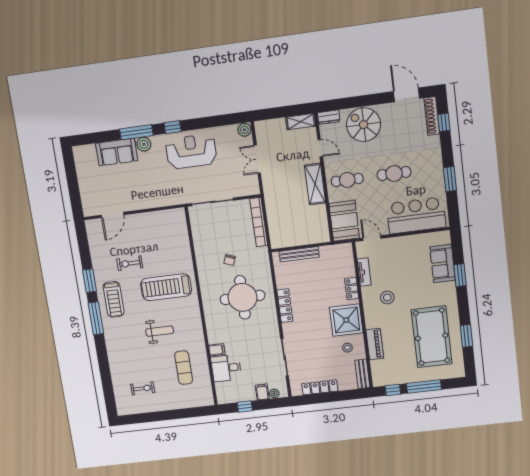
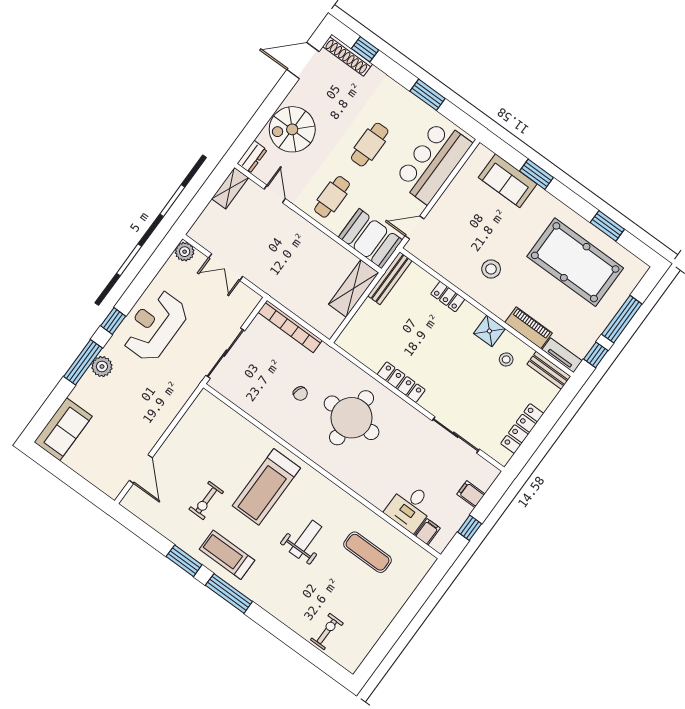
door: (320, 148) -> (275, 194), hinge flipped
sofa: (117, 152) -> (63, 429), moved
shelving: (315, 184) -> (354, 288), moved, turned 90
bench: (299, 254) -> (390, 278), moved
tv unit: (364, 272) -> (562, 355), moved
treadmill: (114, 299) -> (227, 555), turned 180
shower: (346, 320) -> (489, 331), width x0.54, depth x0.54
filing cabinet: (217, 350) -> (427, 532), moved
exercise bike: (143, 388) -> (327, 631), moved
plant: (274, 394) -> (485, 483), removed

